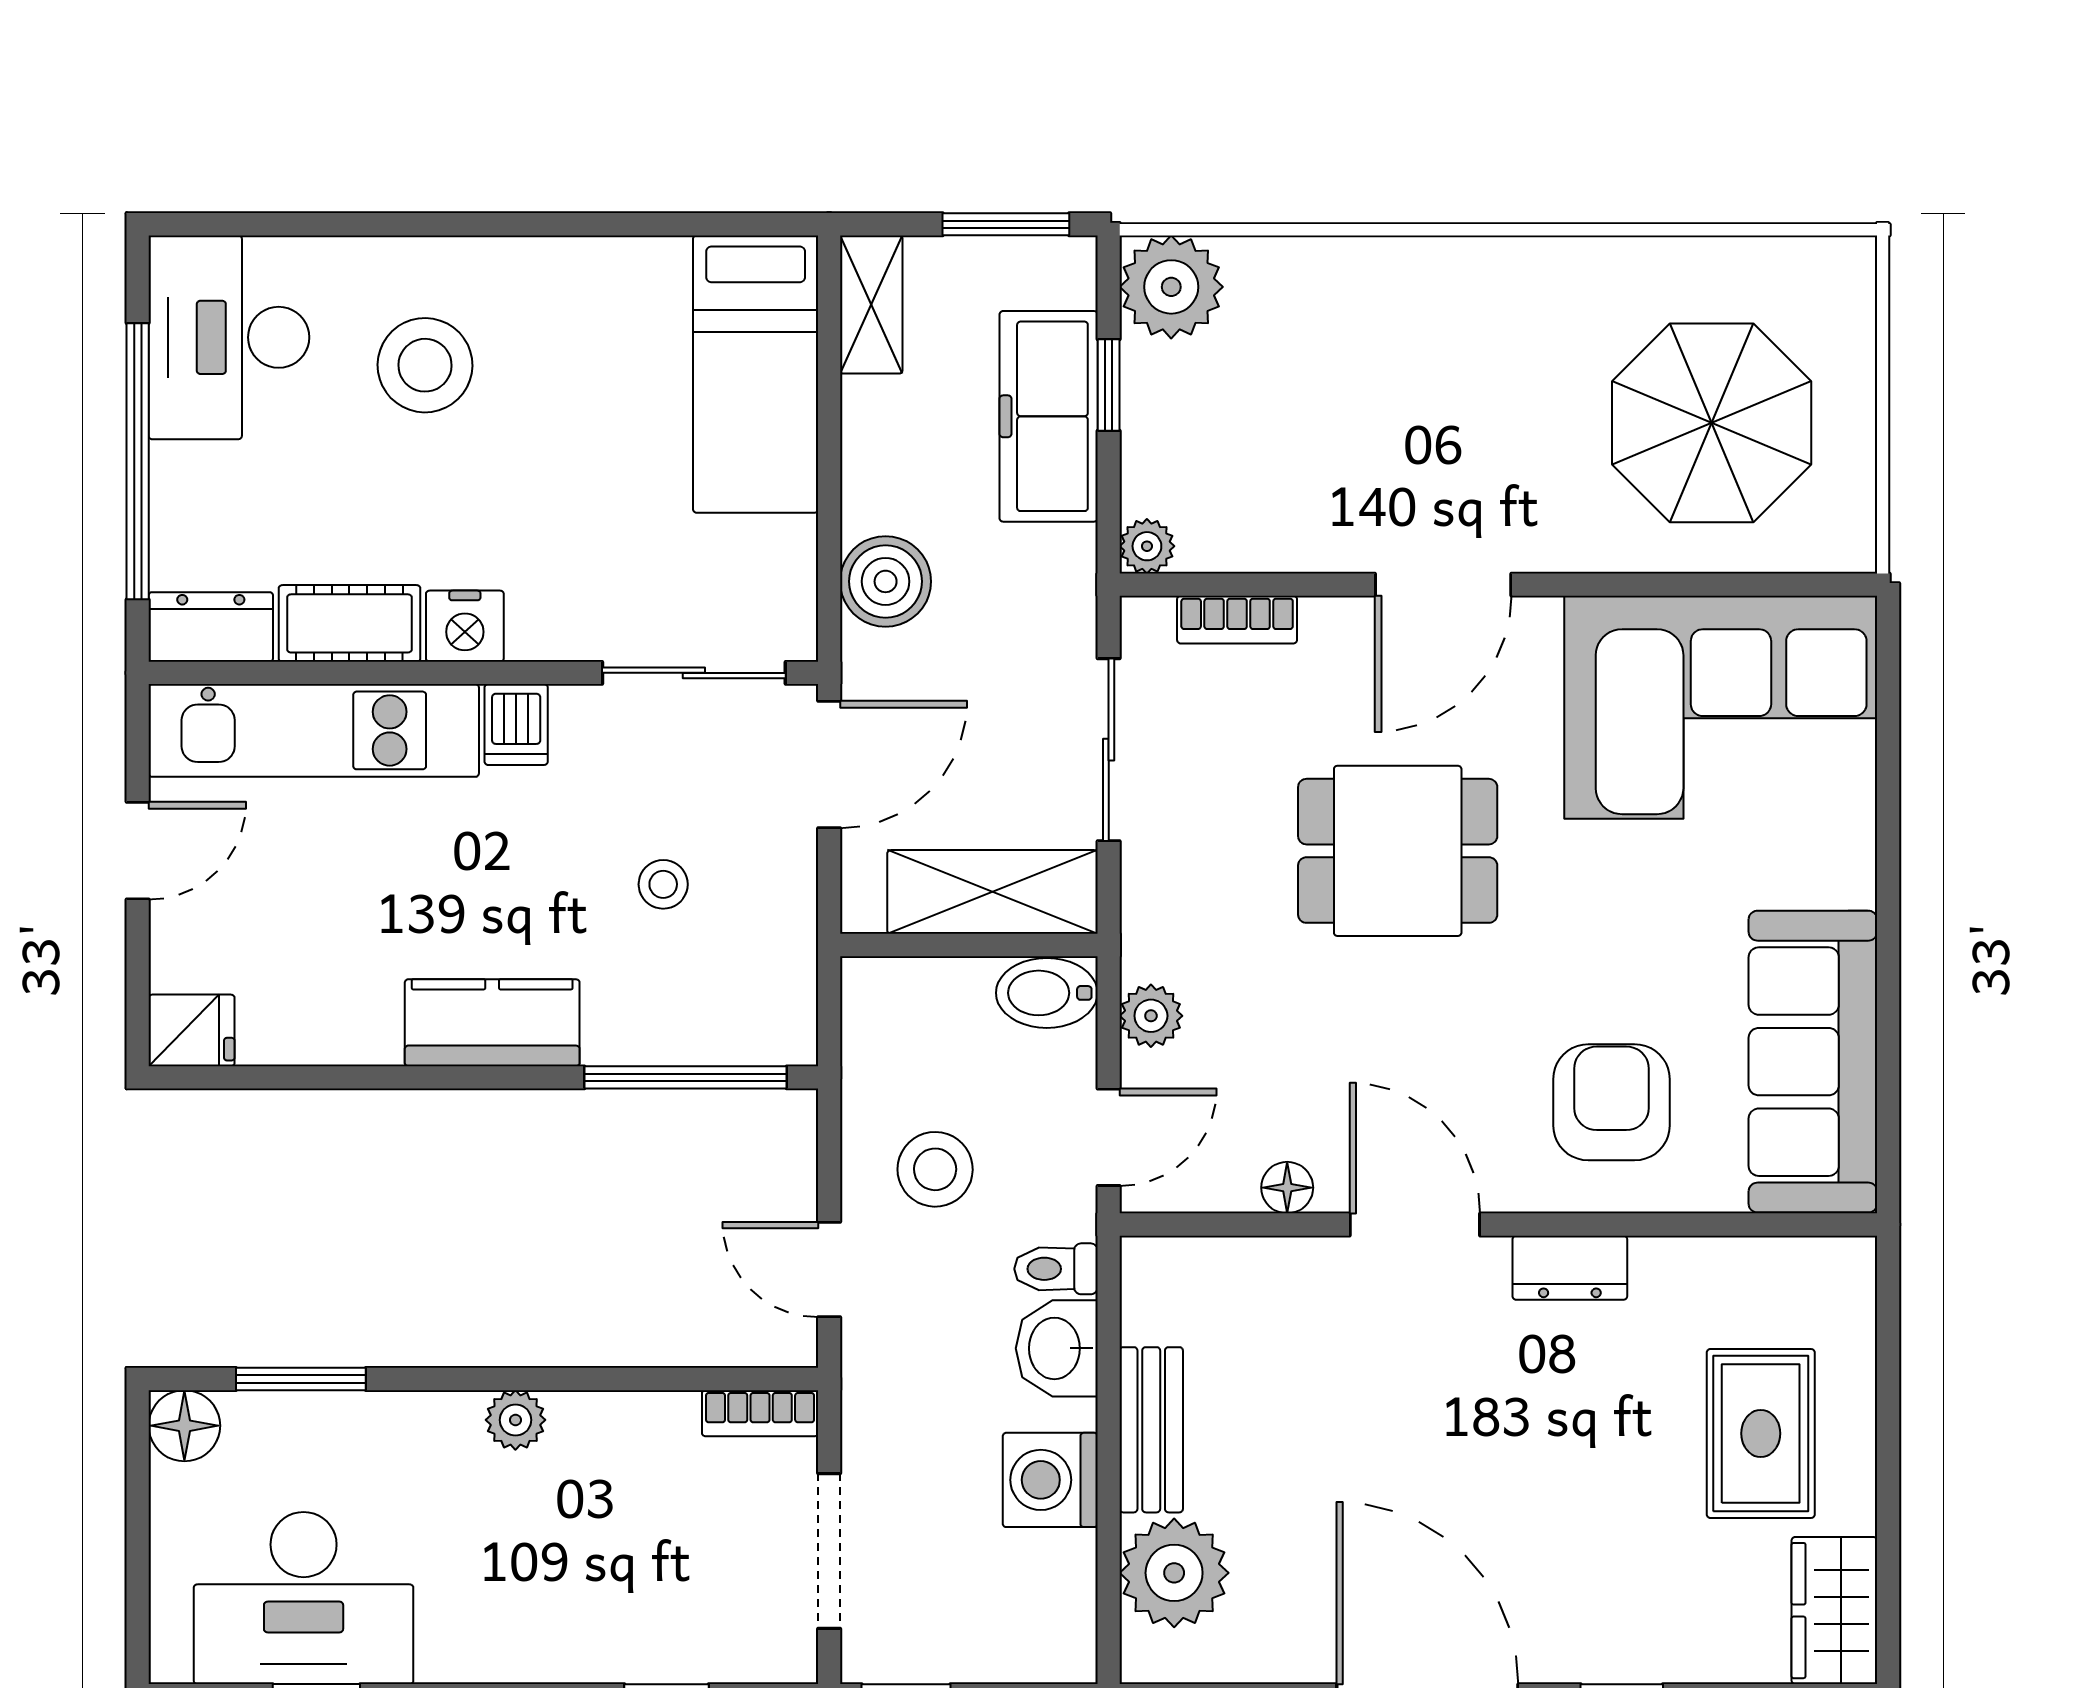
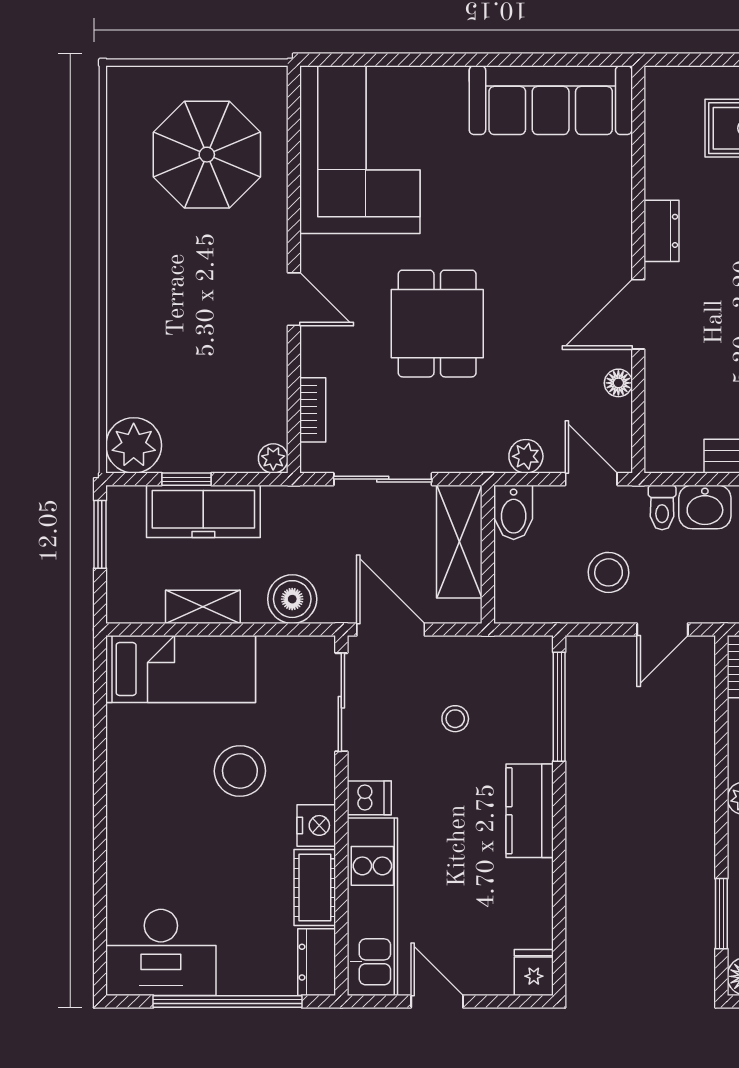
shelving: (871, 304) -> (203, 607), moved
stool: (425, 365) -> (240, 771), moved
door: (1443, 585) -> (294, 299), width x0.73
armchair: (1611, 1102) -> (572, 208), removed

